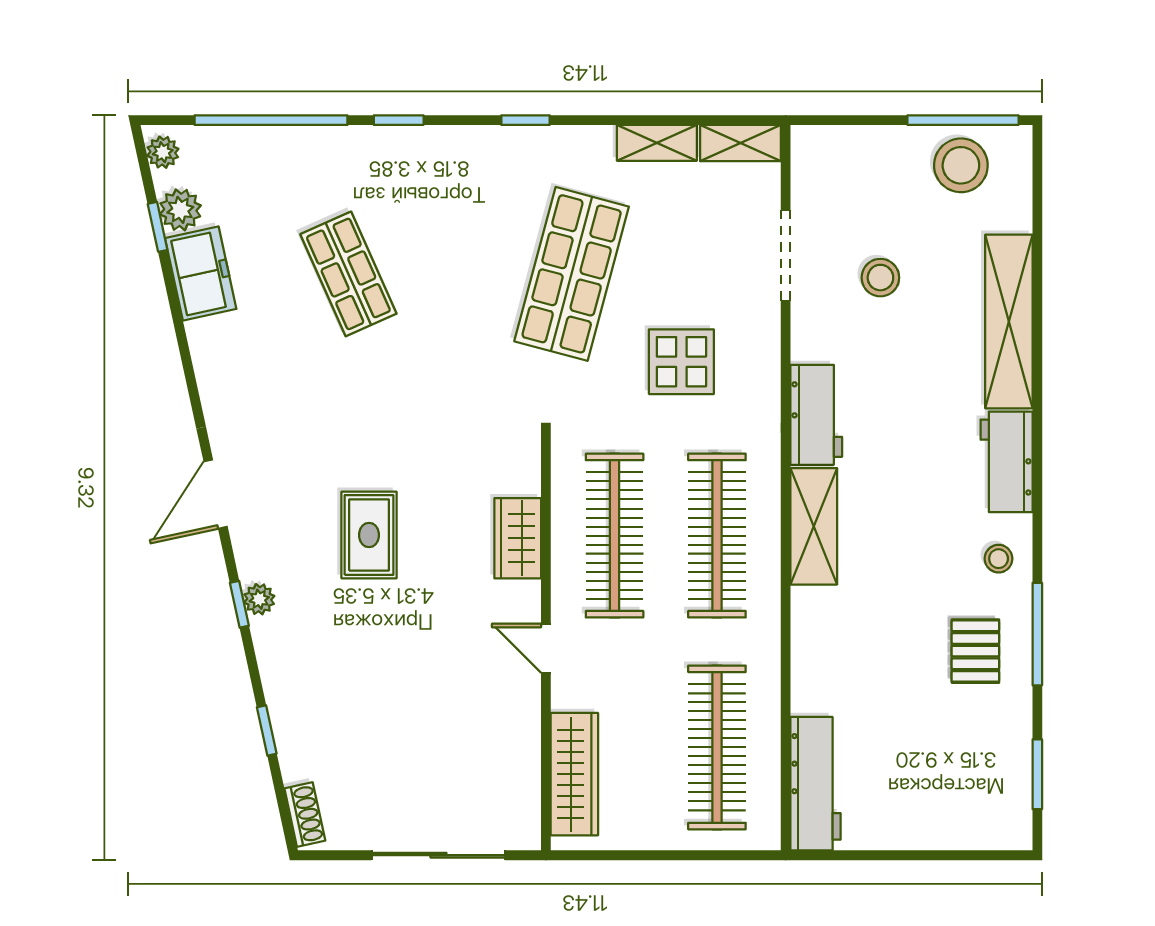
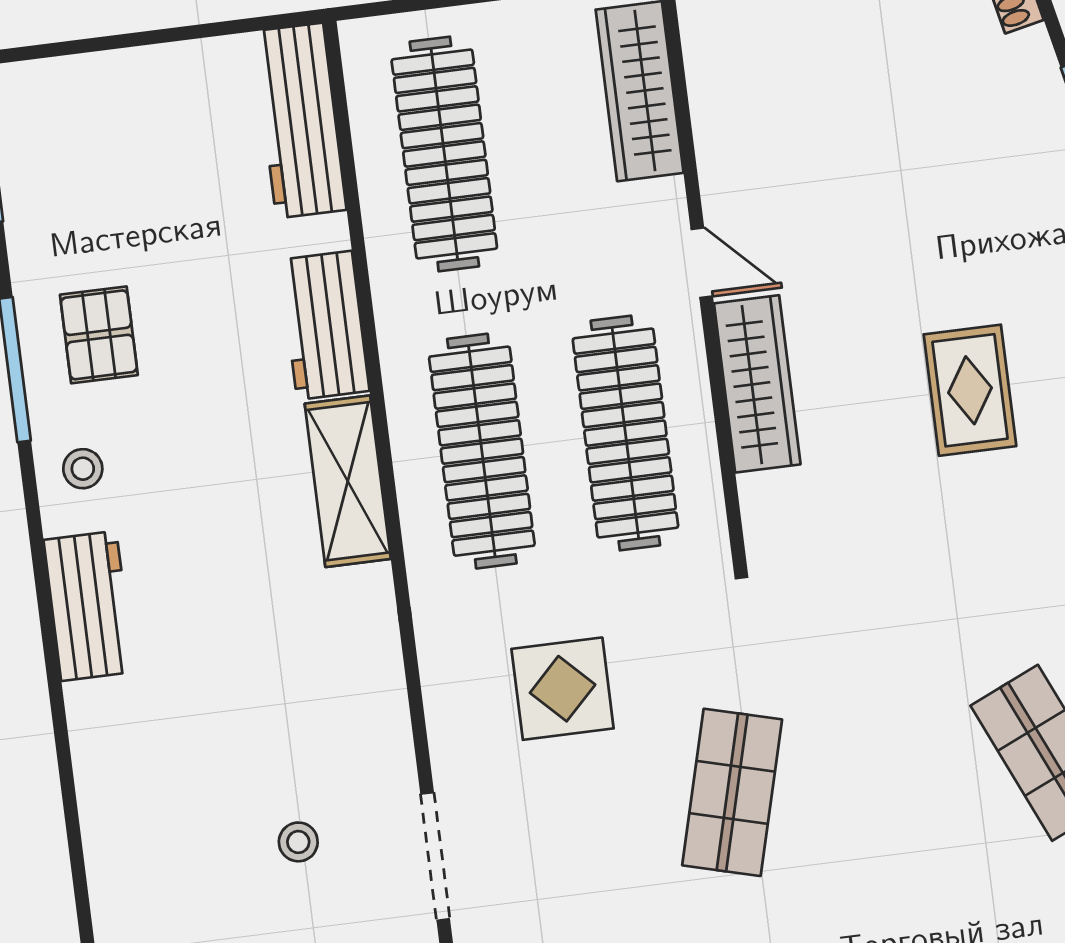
shop shelf: (572, 274) -> (732, 792), width x0.70, depth x0.74
stool: (880, 278) -> (298, 842), width x0.73, depth x0.73
shelving: (1009, 322) -> (110, 803), removed
workbench: (816, 415) -> (324, 325), moved
wardrobe: (518, 538) -> (757, 384), width x1.50

